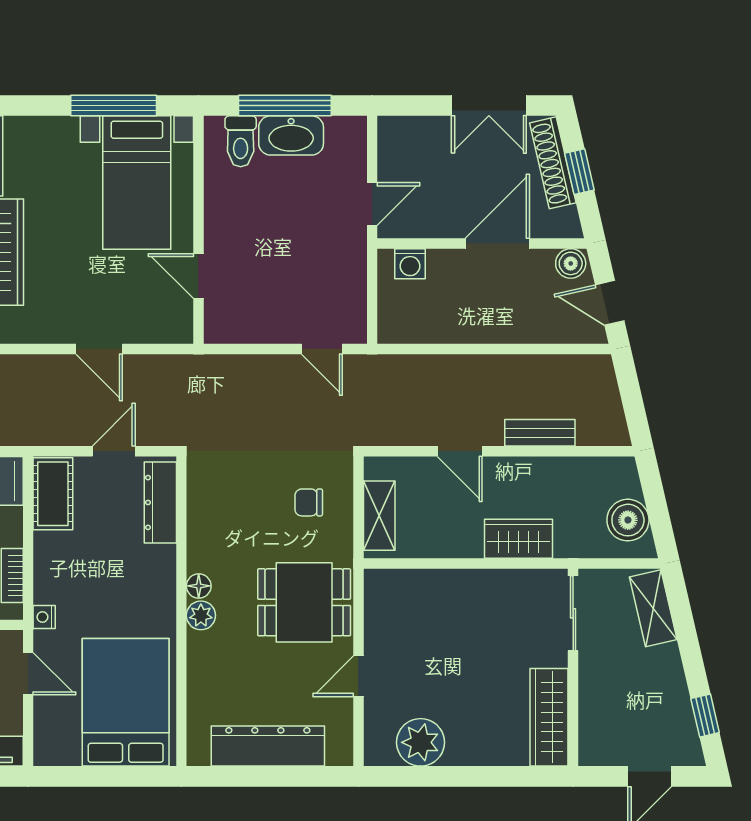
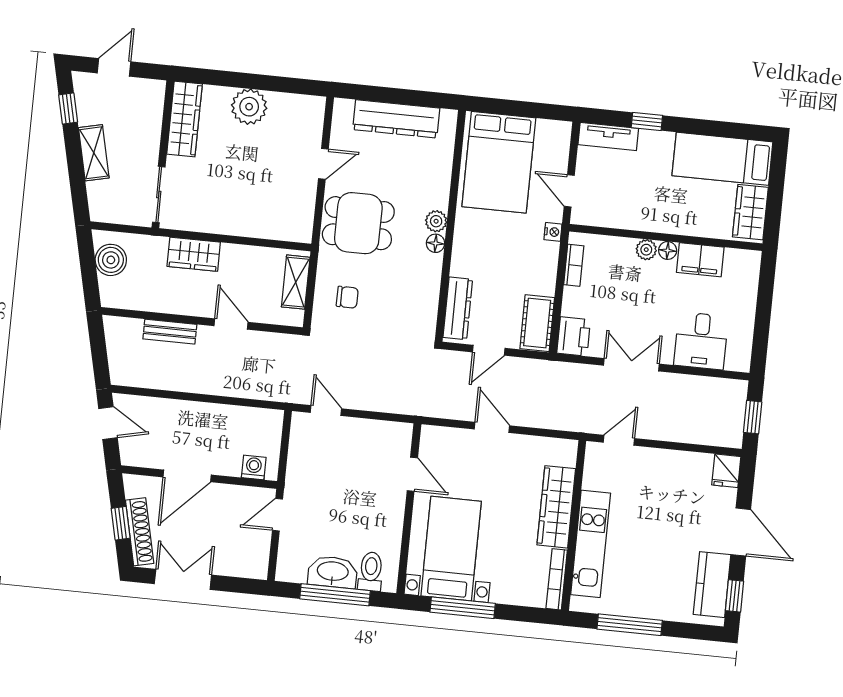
boiler: (571, 263) -> (134, 455), removed
shelving: (653, 608) -> (94, 153), moved
plant: (421, 742) -> (249, 107), moved

